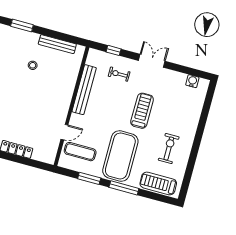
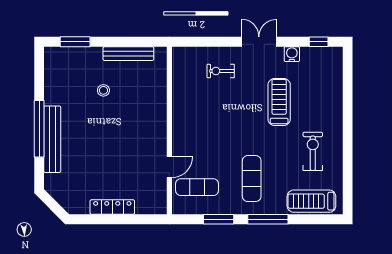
window: (114, 50) -> (319, 42), moved
water cooler: (192, 81) -> (292, 54), moved
bench: (84, 90) -> (180, 104), removed
treadmill: (142, 111) -> (279, 102), moved
exercise mat: (120, 156) -> (252, 179), width x0.50, depth x0.69

